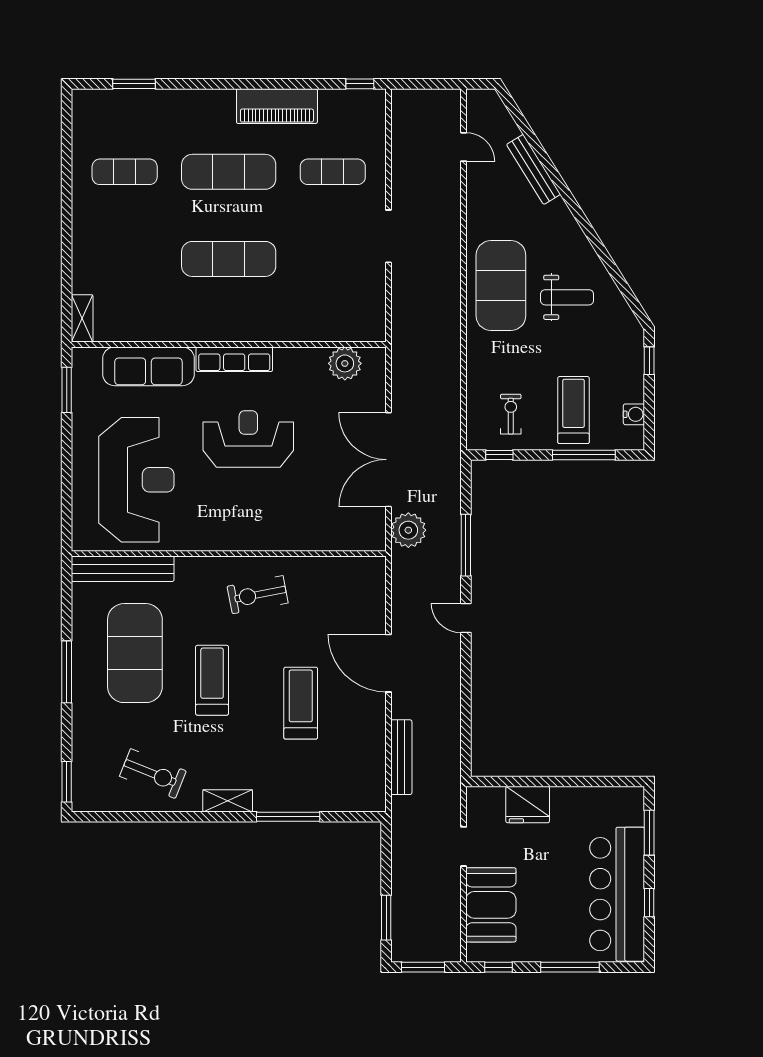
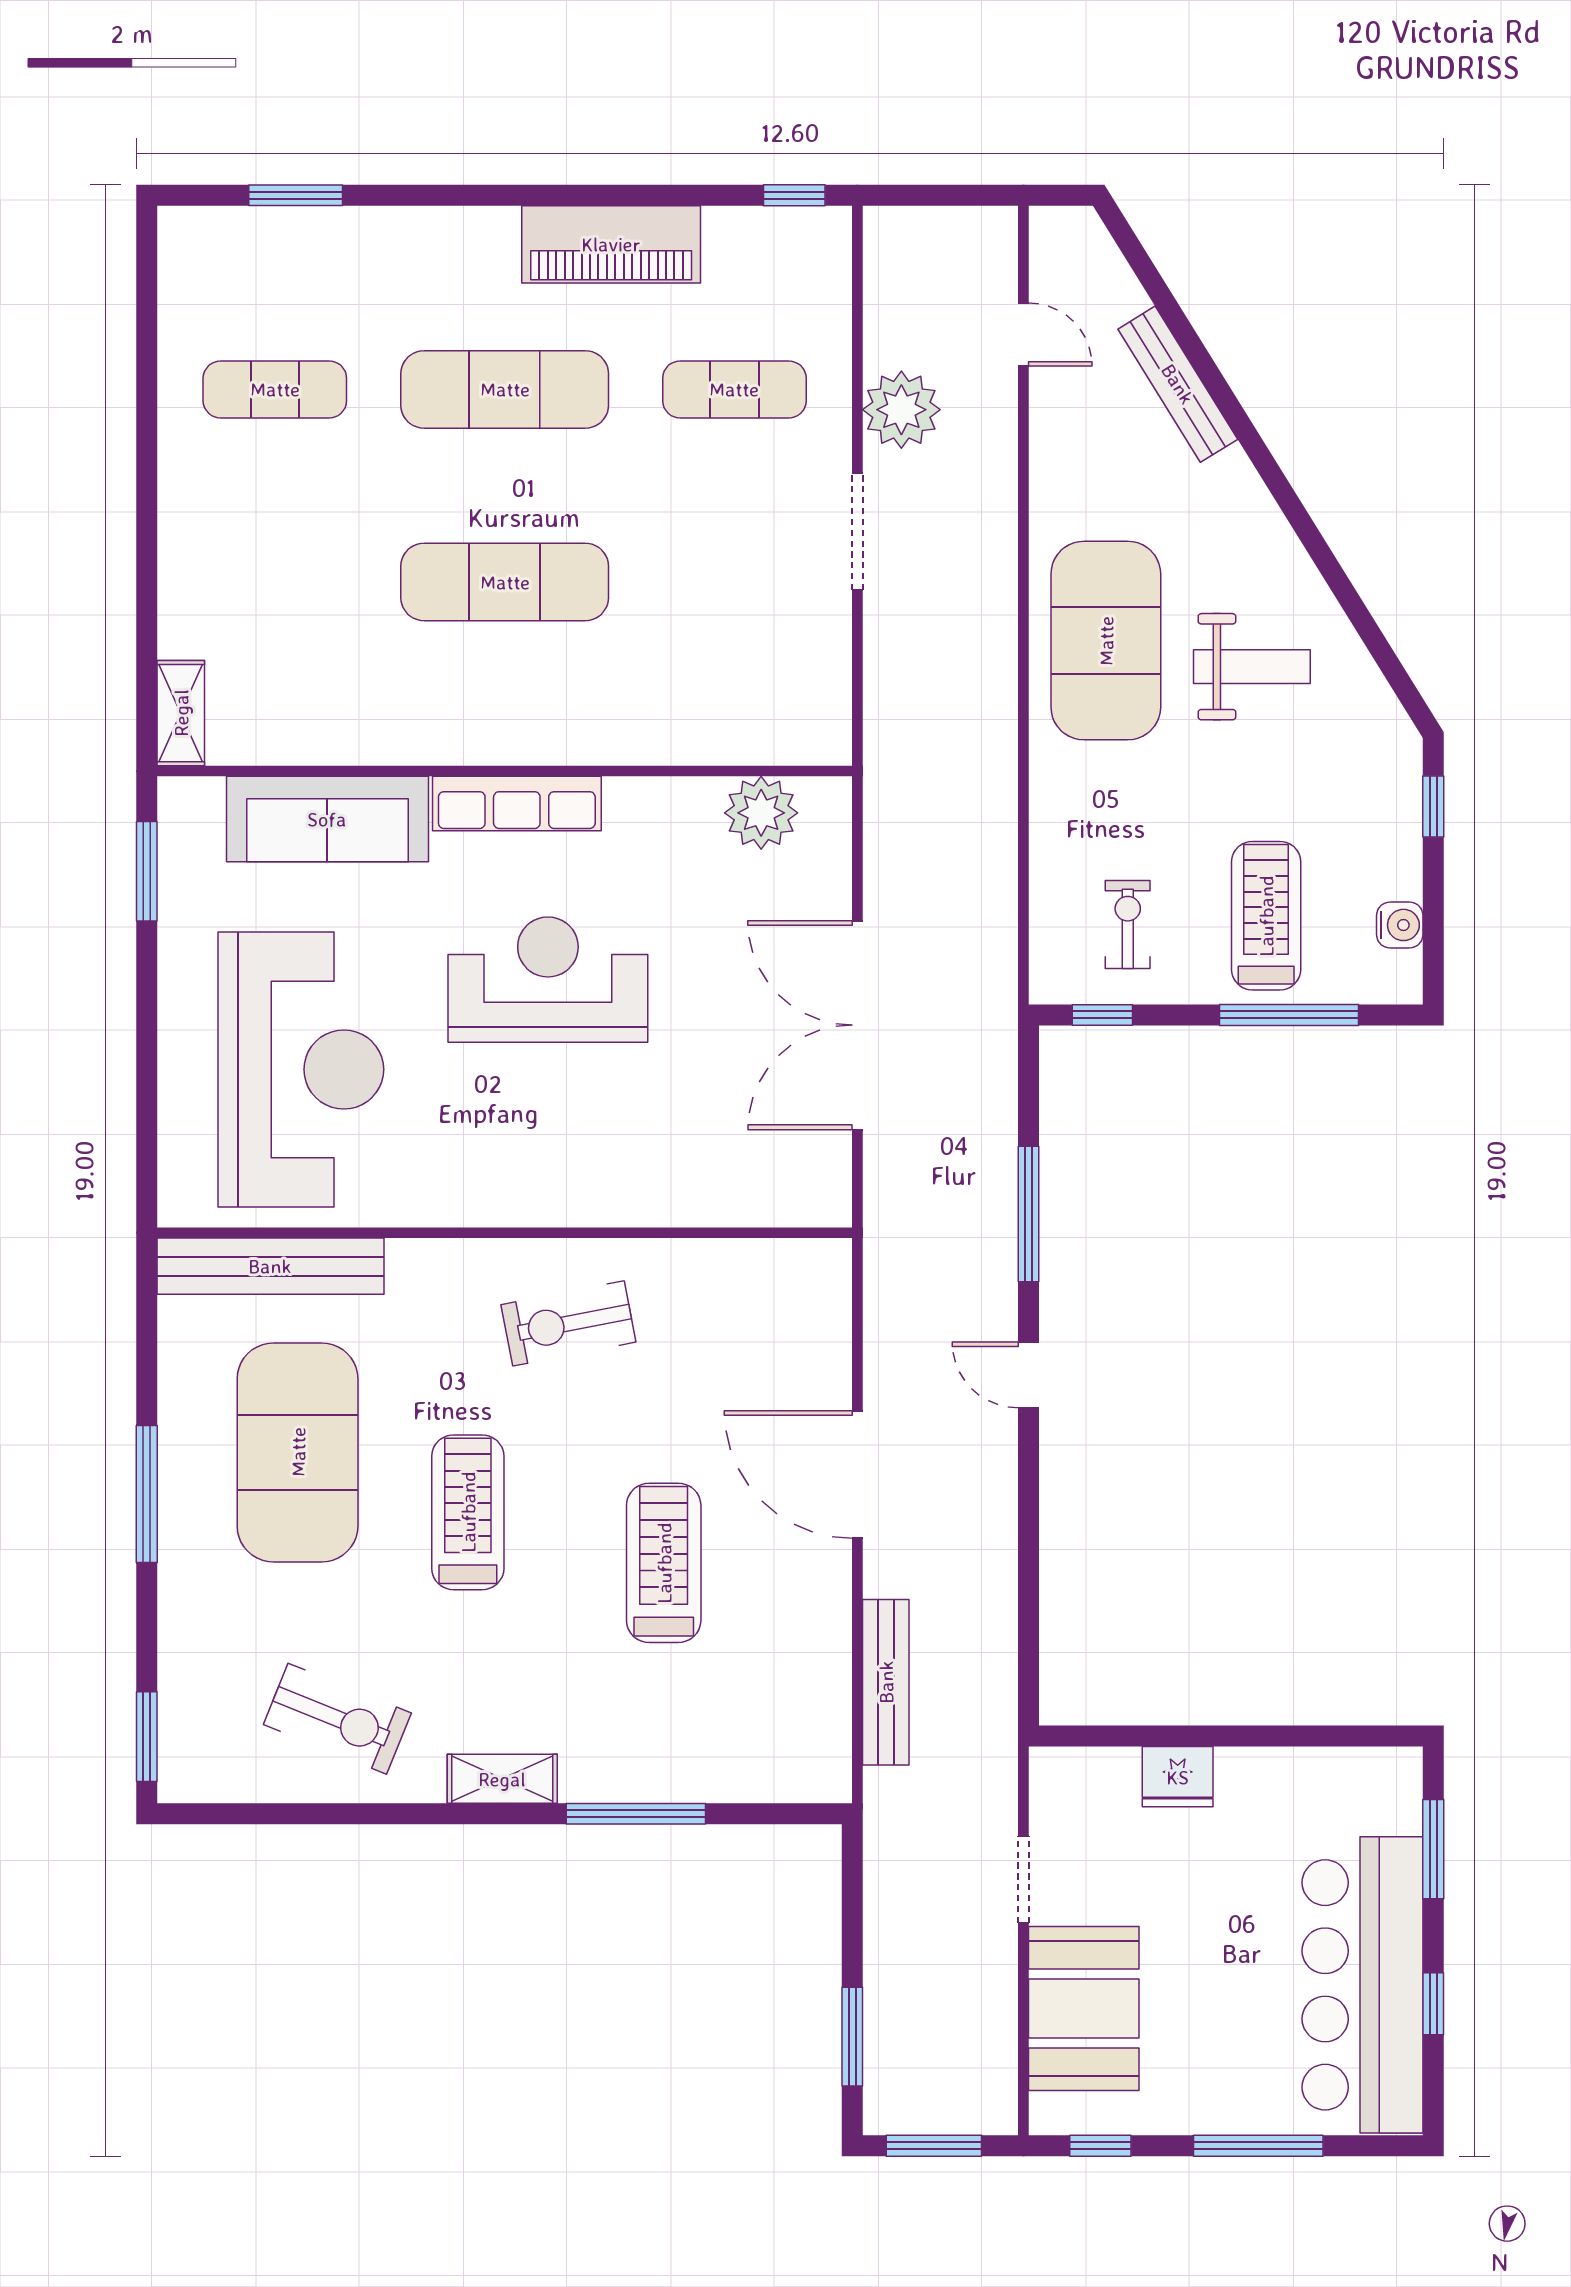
plant: (408, 530) -> (901, 410), moved
fridge: (528, 805) -> (1178, 1777), width x0.73, depth x0.75

